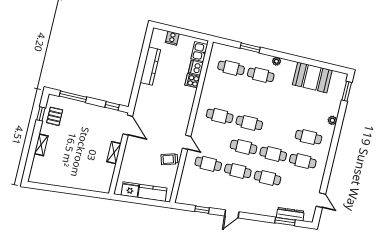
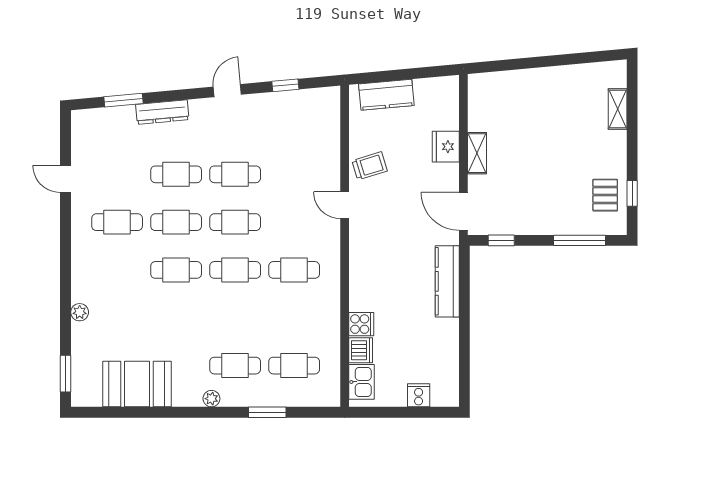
kitchen counter: (150, 66) -> (447, 281), moved
cafe table: (309, 137) -> (176, 270), moved
shelving: (41, 145) -> (618, 109), moved
cafe table: (208, 164) -> (294, 174), removed
fridge: (130, 190) -> (446, 147), moved, turned 95
door: (321, 200) -> (66, 179), moved
dresser: (290, 214) -> (162, 112), moved

